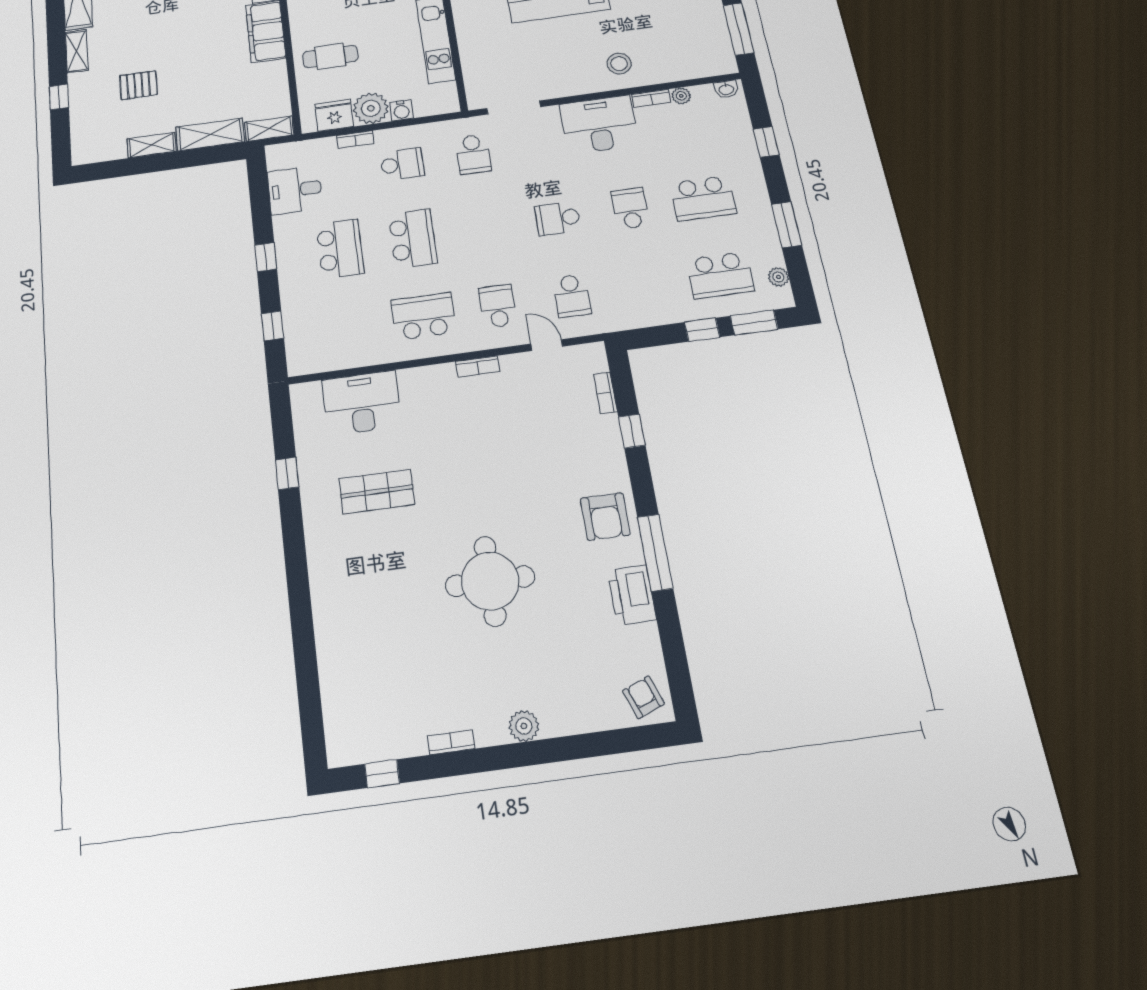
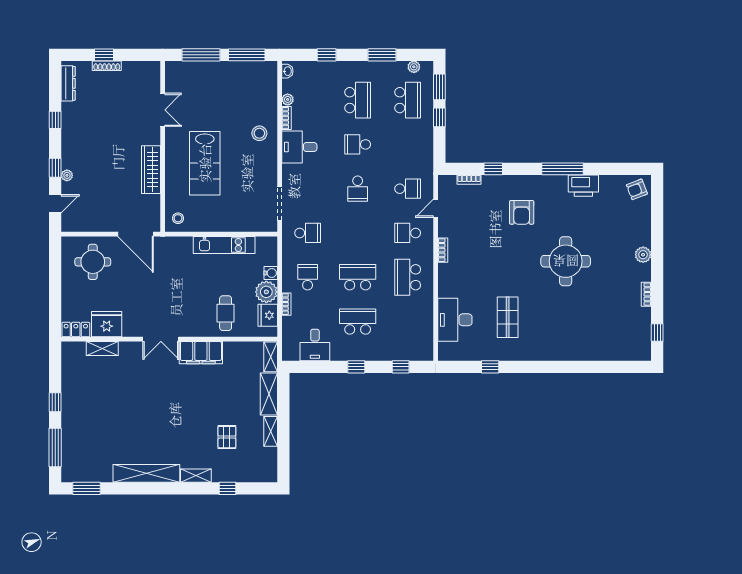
desk: (599, 124) -> (299, 147), width x0.73
armchair: (605, 517) -> (522, 212), moved, turned 90

